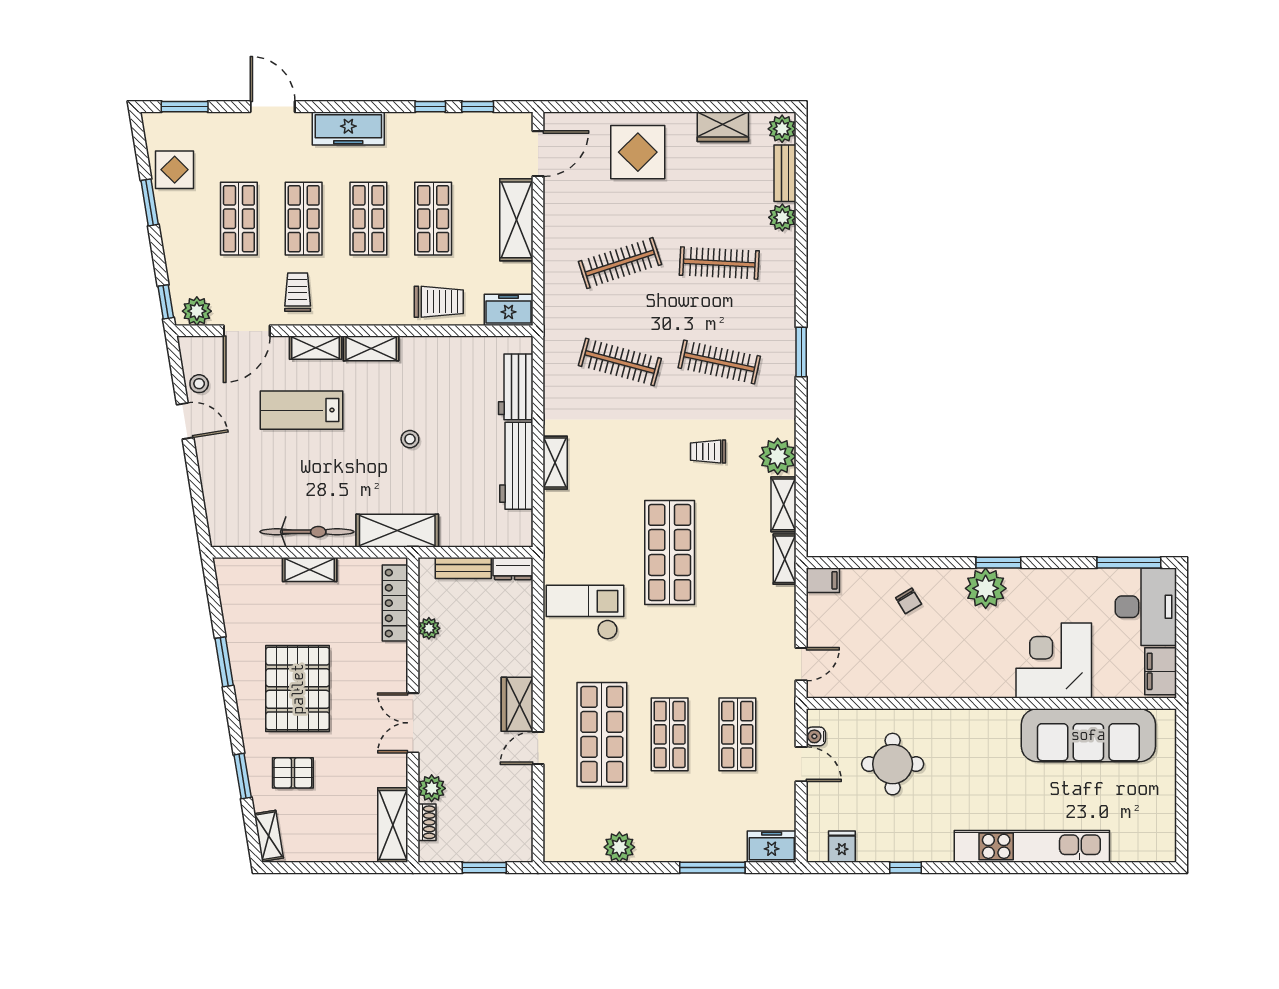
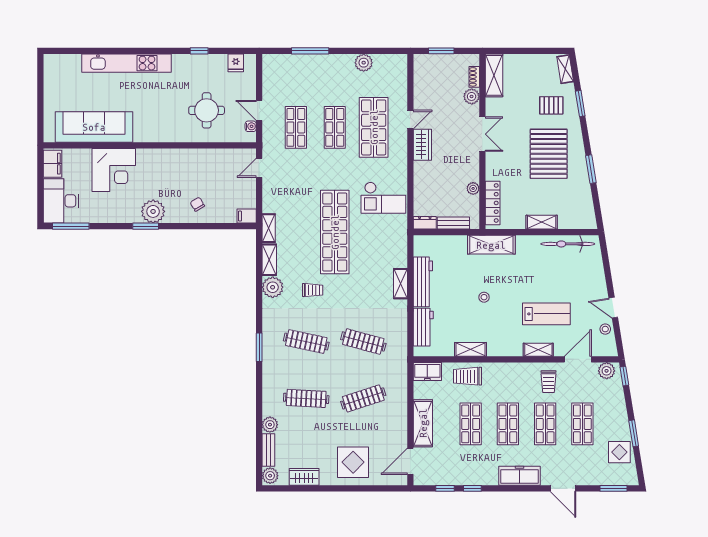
shelving: (371, 348) -> (471, 349), moved
bicycle: (307, 532) -> (568, 244), moved
shop shelf: (670, 552) -> (335, 232), width x1.40
freezer: (772, 847) -> (276, 63), removed

